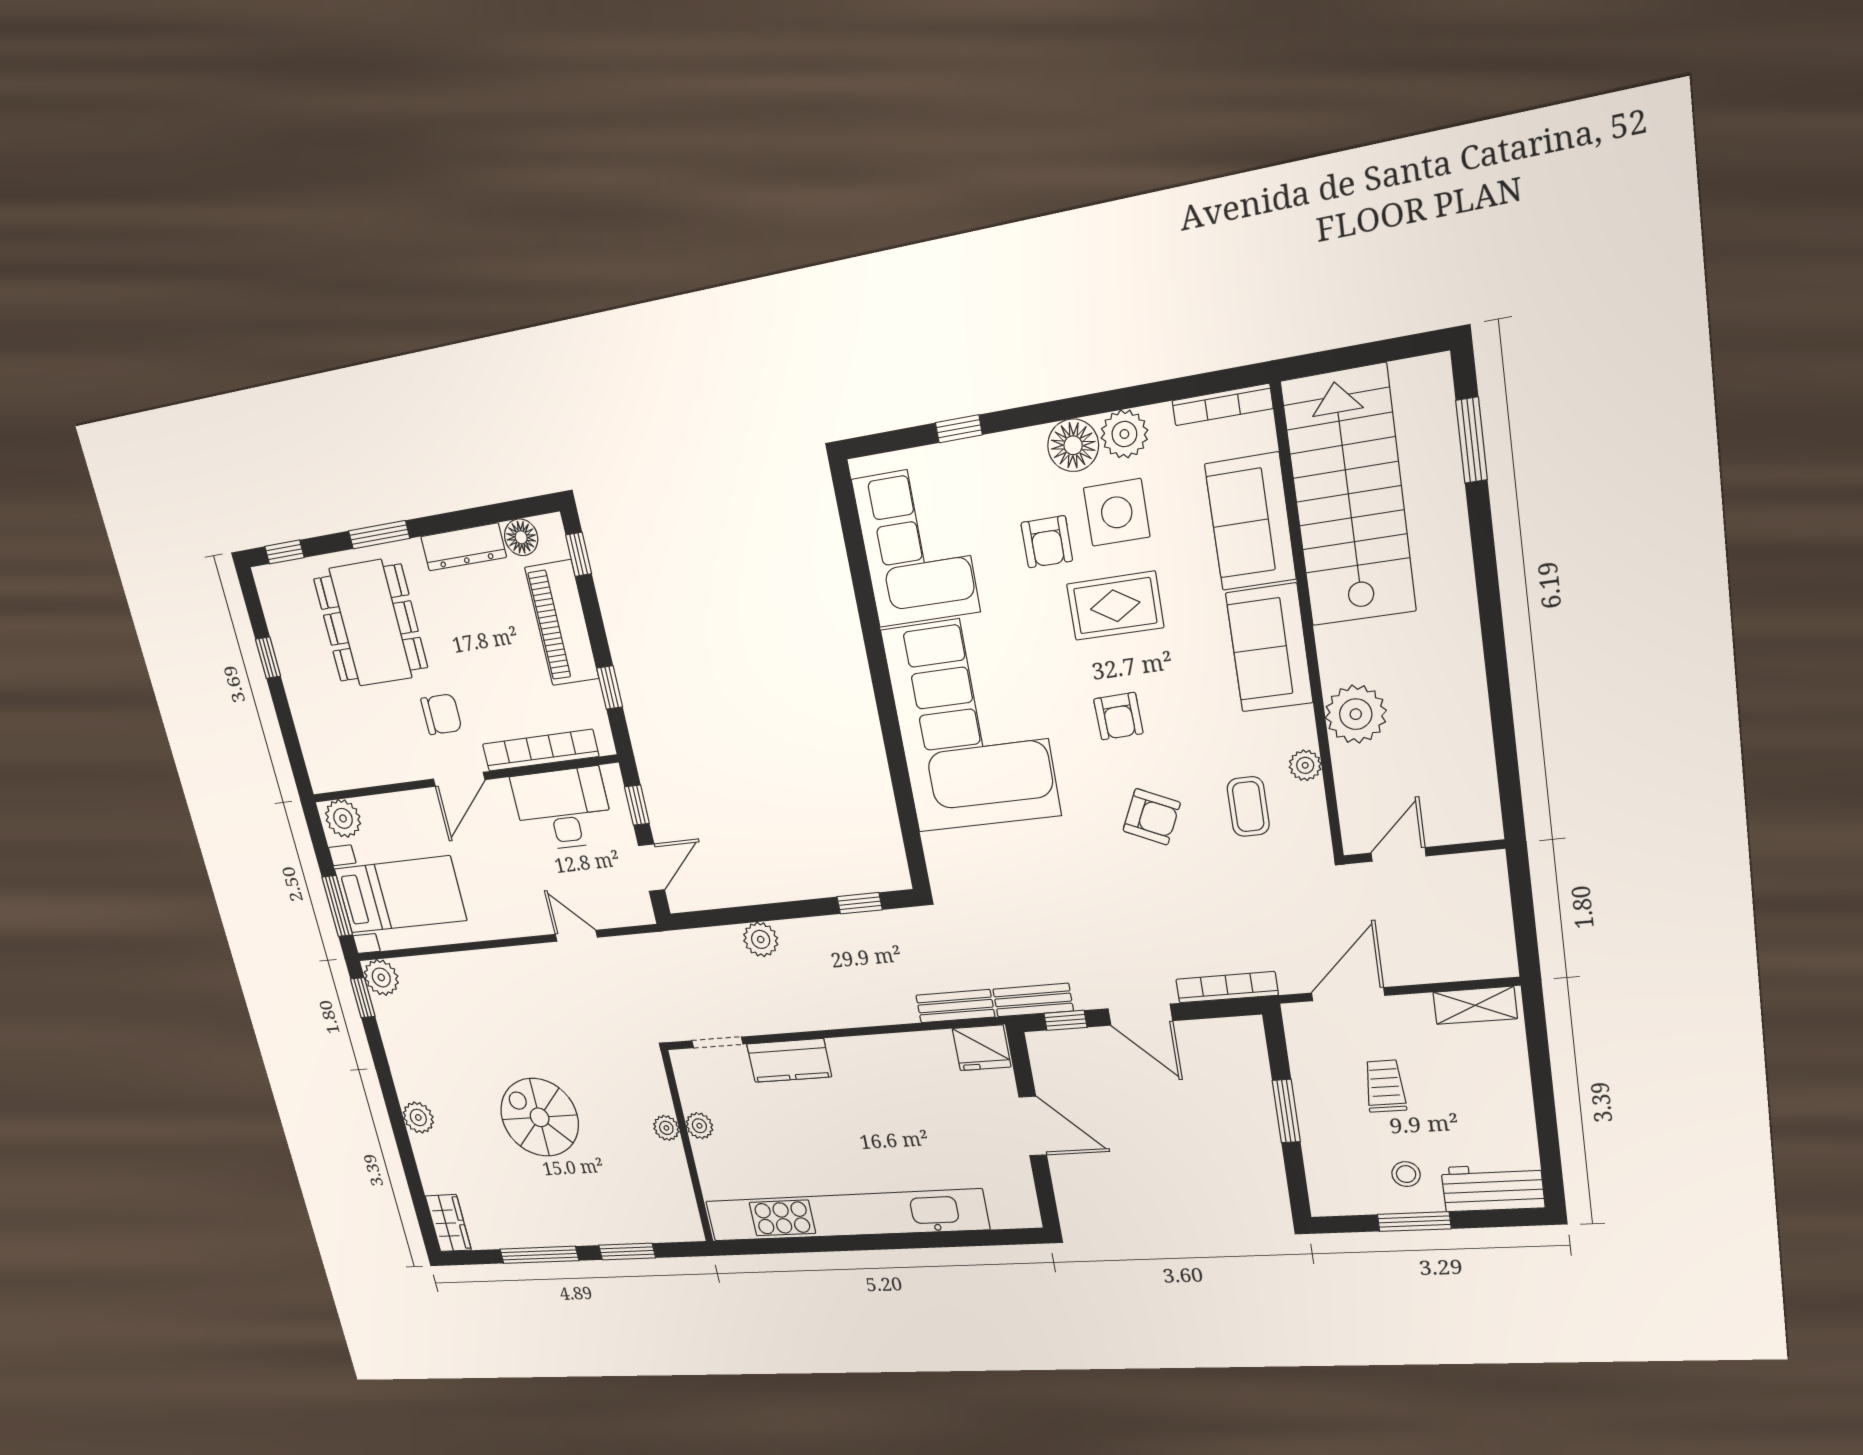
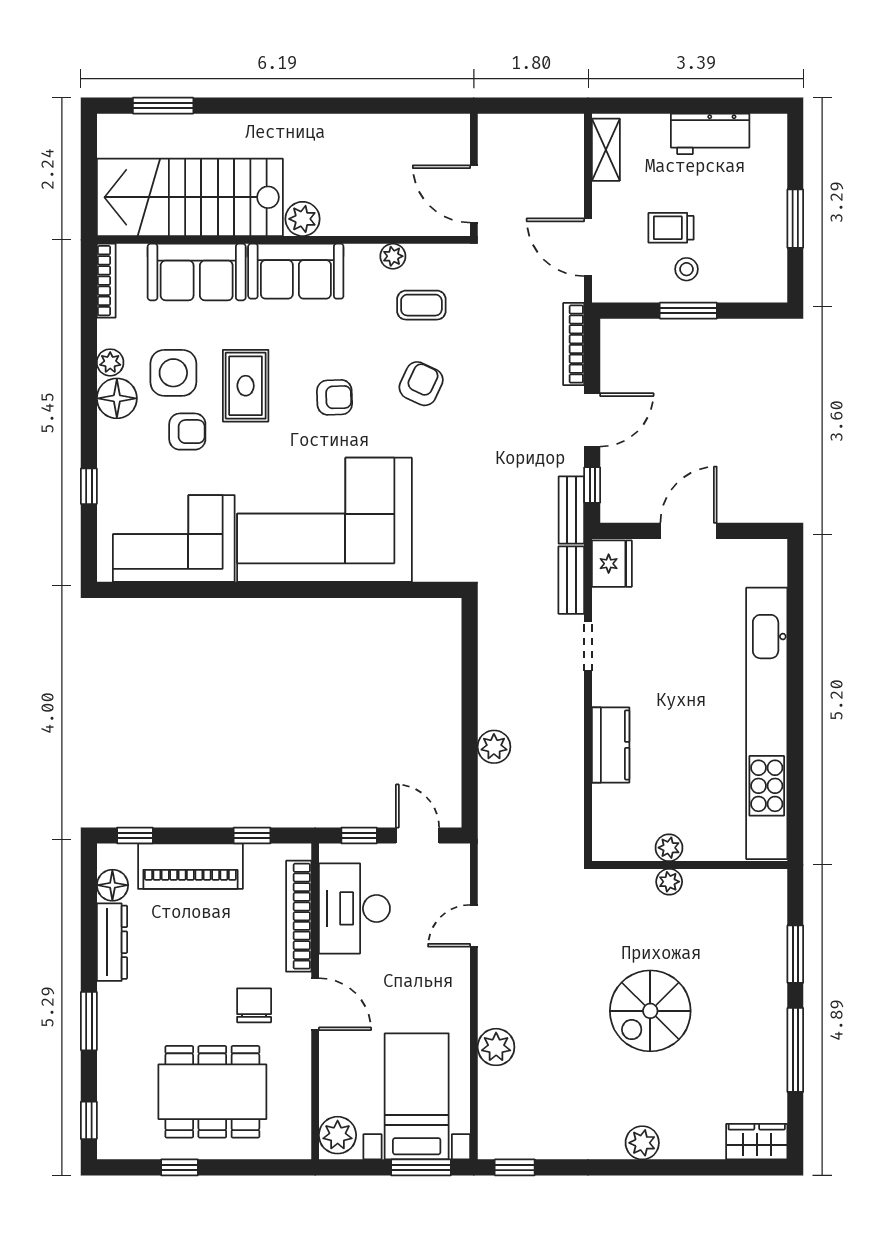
plant: (1124, 434) -> (110, 362), width x0.73, depth x0.73
dining table: (371, 623) -> (212, 1092), moved
plant: (1356, 714) -> (303, 219), moved, width x0.73, depth x0.73
door: (1398, 854) -> (474, 194), width x1.38
window: (860, 903) -> (470, 648), removed
plant: (381, 977) -> (496, 1047), moved
doorway: (717, 1042) -> (588, 646), moved
stool: (1406, 1174) -> (686, 269), moved
workbench: (1493, 1188) -> (710, 134), moved, turned -90

